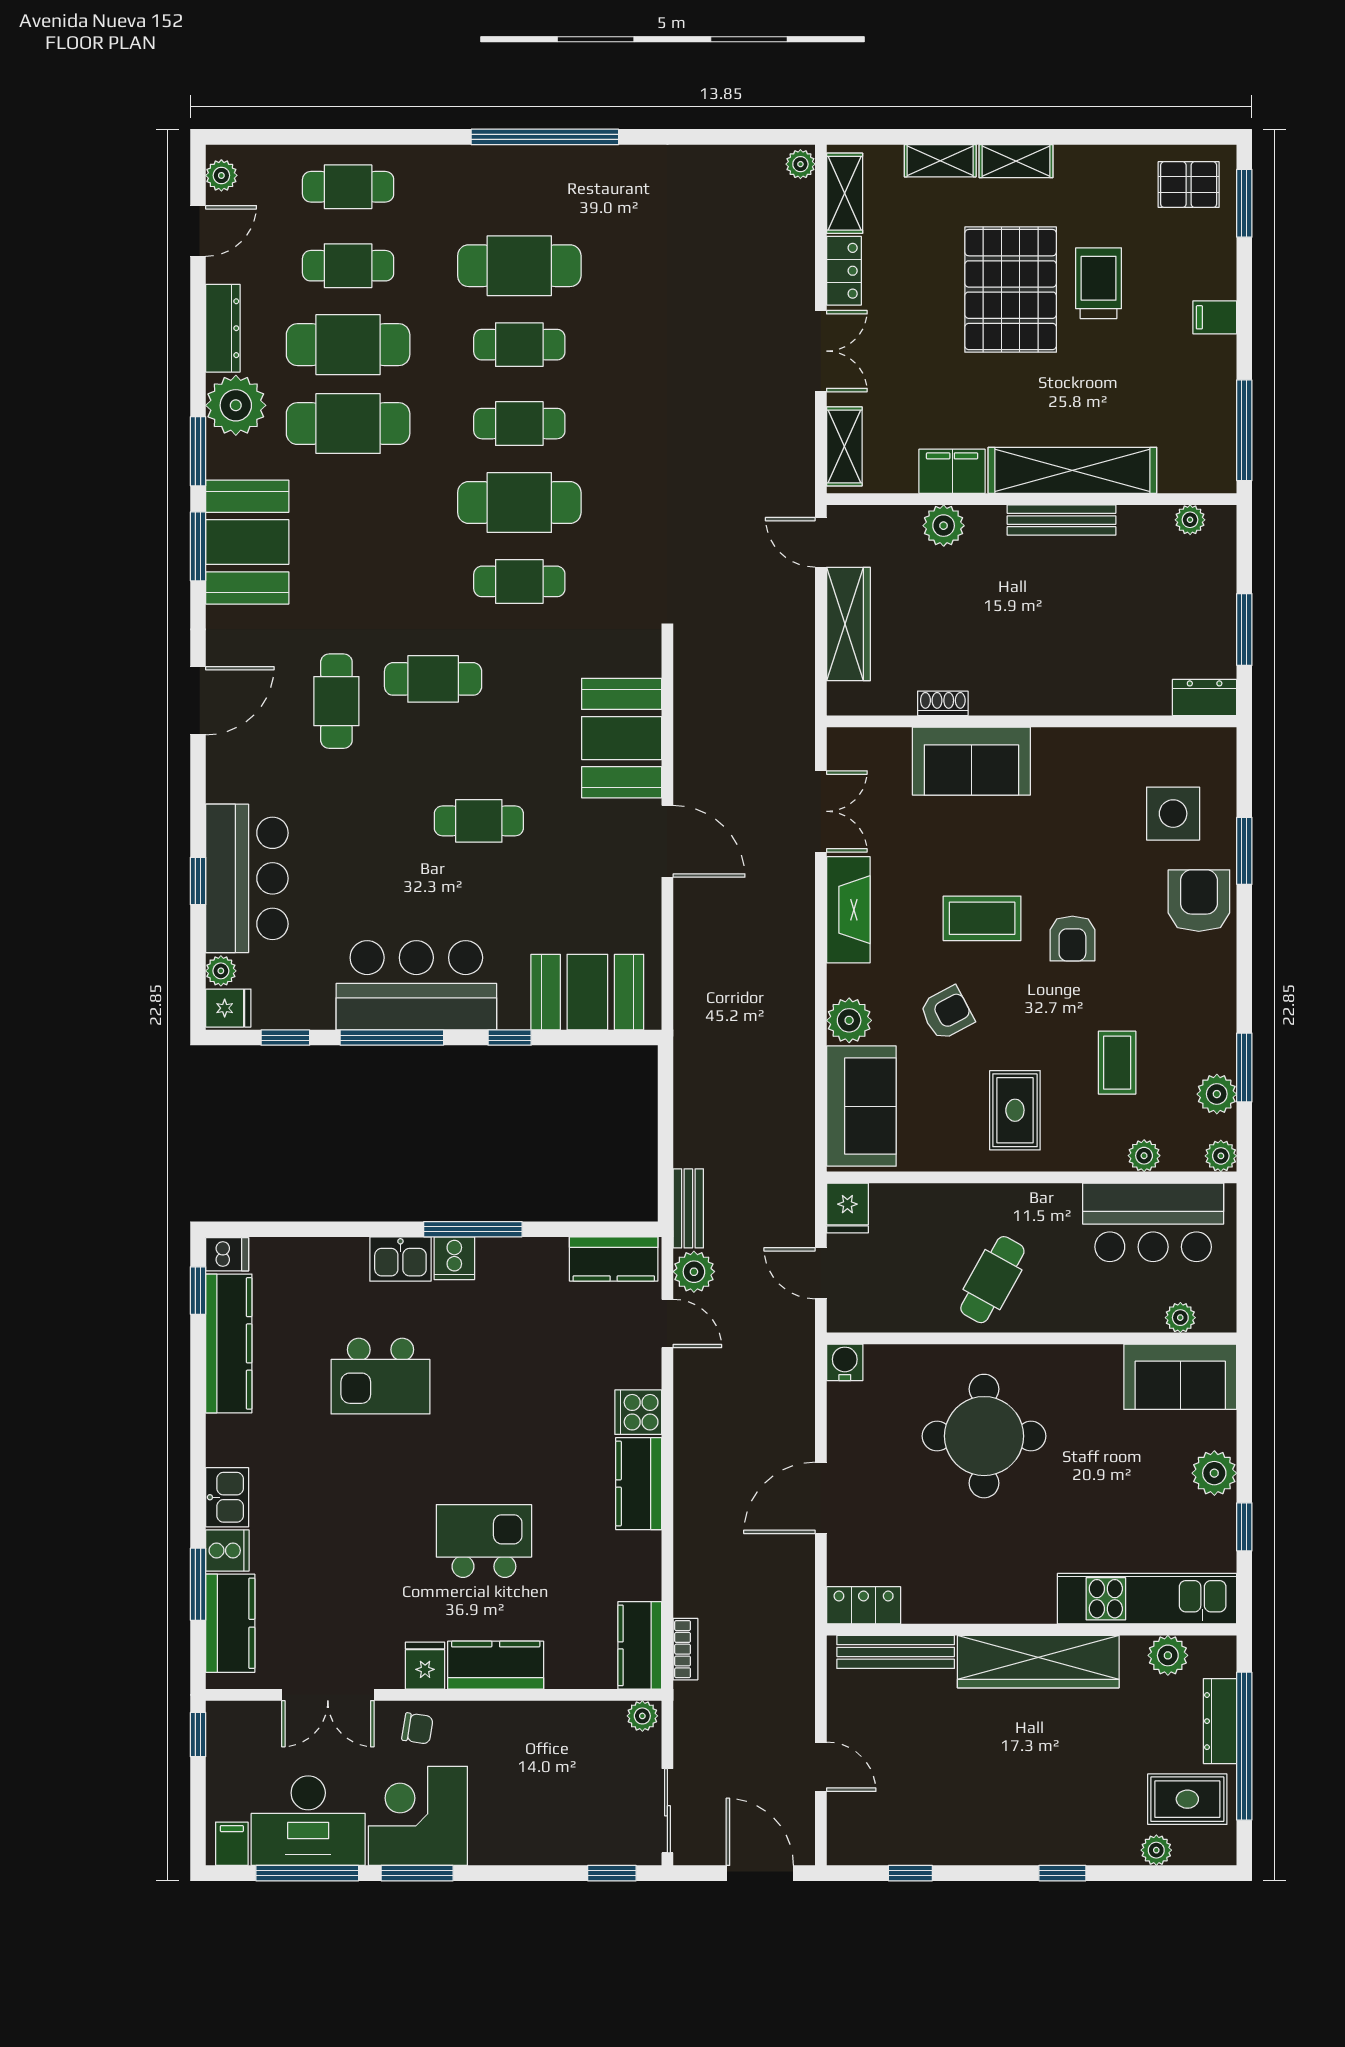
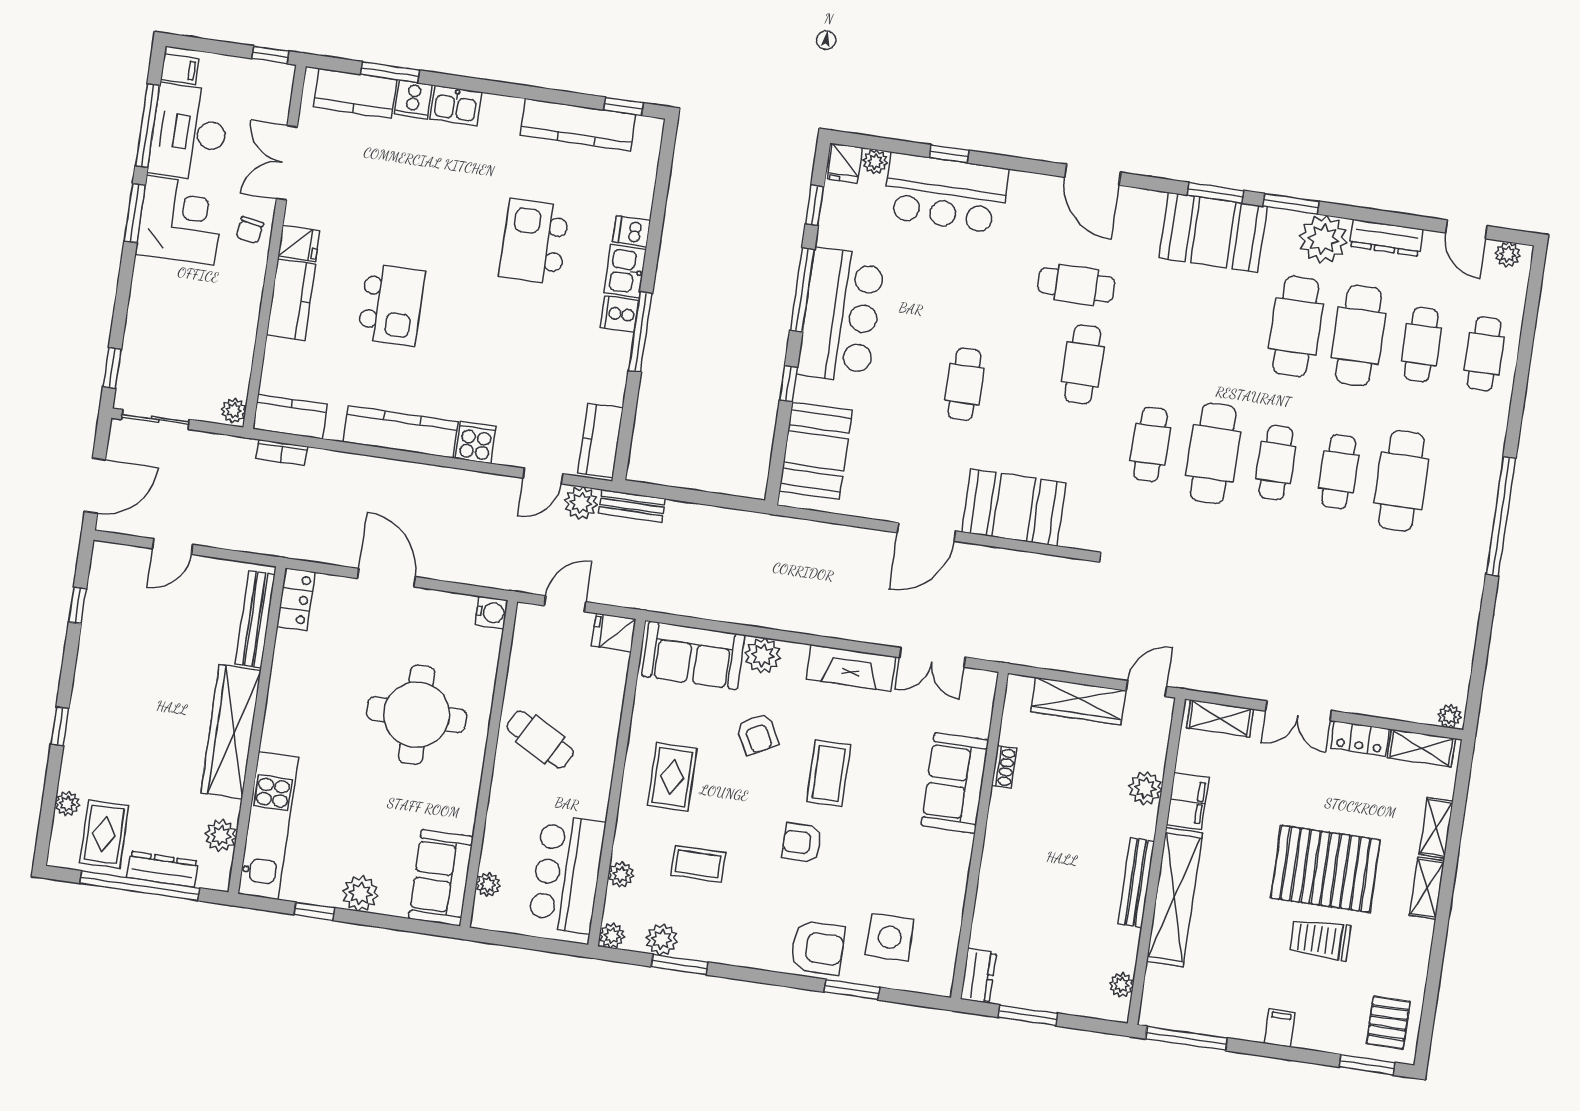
trolley: (1099, 283) -> (1320, 939), turned 180
rug: (1015, 1110) -> (672, 777), turned 90
dishwasher: (227, 1254) -> (632, 231), moved, turned 90
kitchen counter: (639, 1484) -> (401, 432), width x1.50

